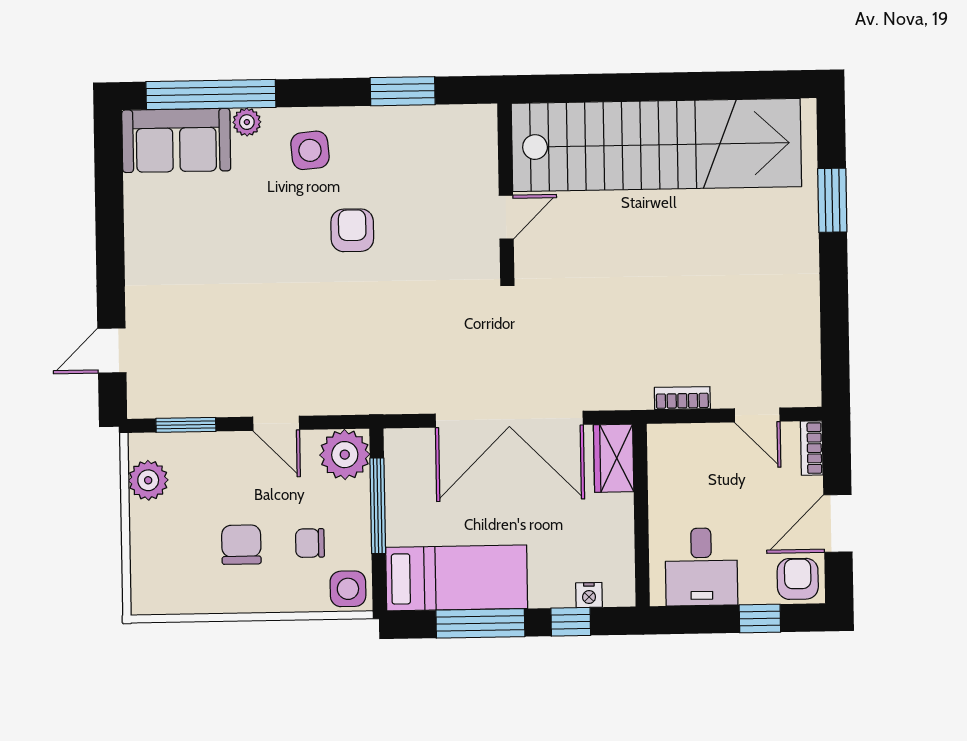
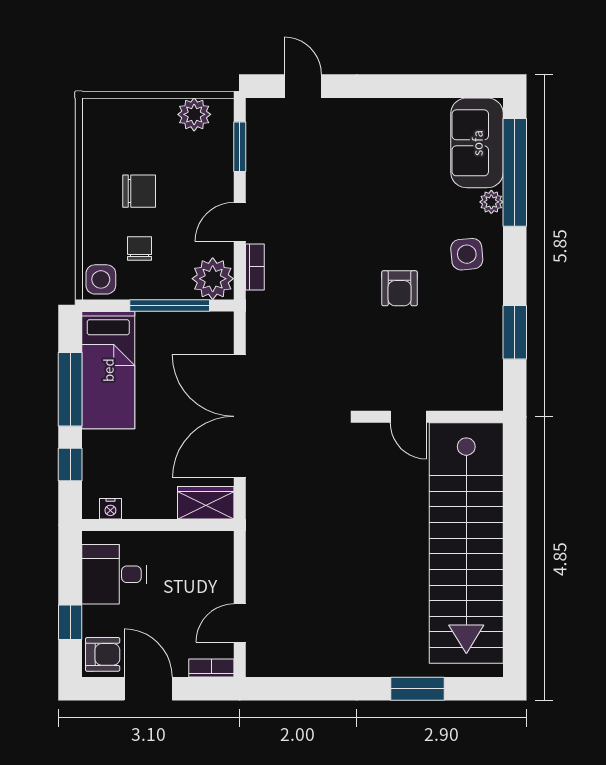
armchair: (352, 230) -> (400, 288), turned 90
bookcase: (682, 398) -> (255, 267), moved
nightstand: (589, 595) -> (110, 509), moved, turned -90

